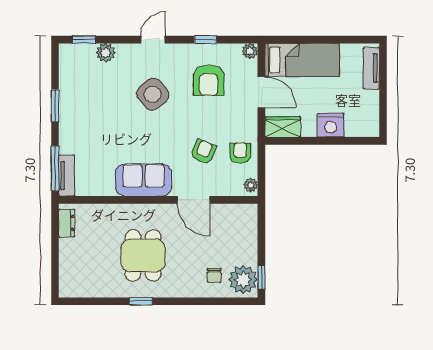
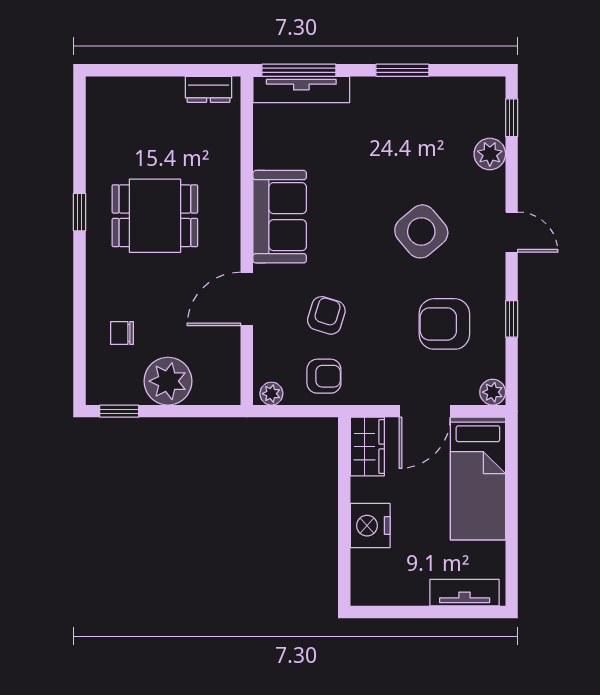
armchair: (203, 152) -> (326, 315), turned -94
tv unit: (67, 175) -> (301, 89), width x1.41
plant: (243, 280) -> (168, 381), moved

